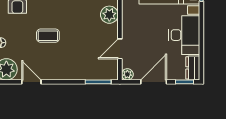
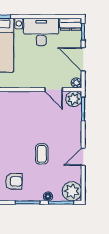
plant: (109, 15) -> (74, 99), moved
door: (31, 82) -> (83, 157), moved

